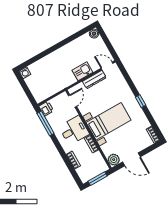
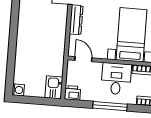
kitchen sink: (82, 71) -> (54, 87), moved
window: (46, 123) -> (110, 106), moved

